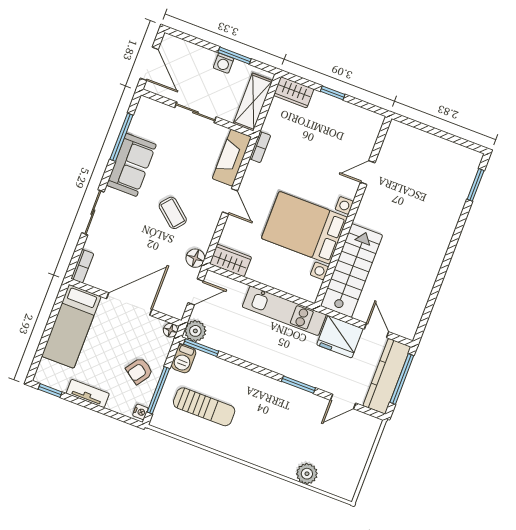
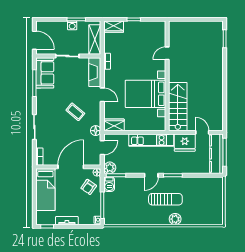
sofa: (131, 165) -> (45, 73), moved
armchair: (139, 371) -> (89, 187), moved
door: (343, 402) -> (151, 175), moved
sun lounger: (204, 407) -> (165, 199), moved
plant: (307, 474) -> (175, 219), moved

